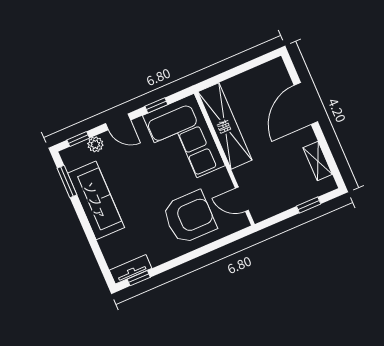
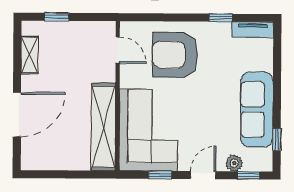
door: (118, 122) -> (203, 175), hinge flipped
window: (67, 181) -> (277, 140), width x0.67
window: (139, 278) -> (221, 18), moved

